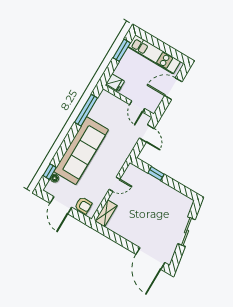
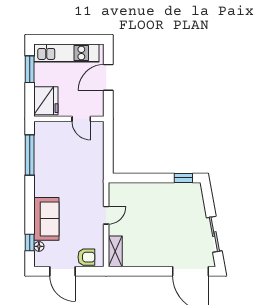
fridge: (115, 83) -> (46, 101), width x1.88, depth x1.34
door: (147, 133) -> (108, 141), removed
sofa: (81, 151) -> (46, 219), width x0.54, depth x0.79
window: (156, 174) -> (183, 178), moved
sliding door: (186, 232) -> (214, 234), moved

